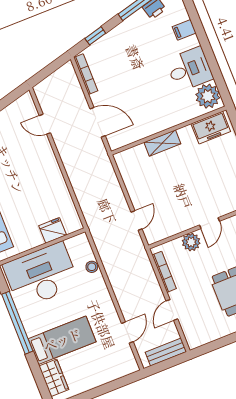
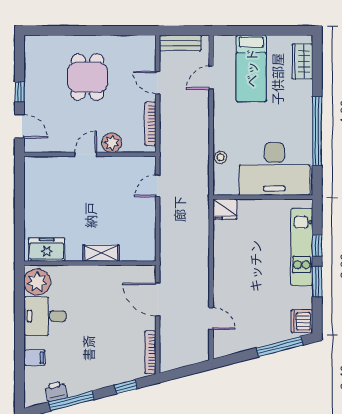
fridge: (53, 230) -> (225, 209), moved
door: (172, 310) -> (158, 83), swing flipped
bed: (62, 340) -> (251, 68), moved, turned -90

